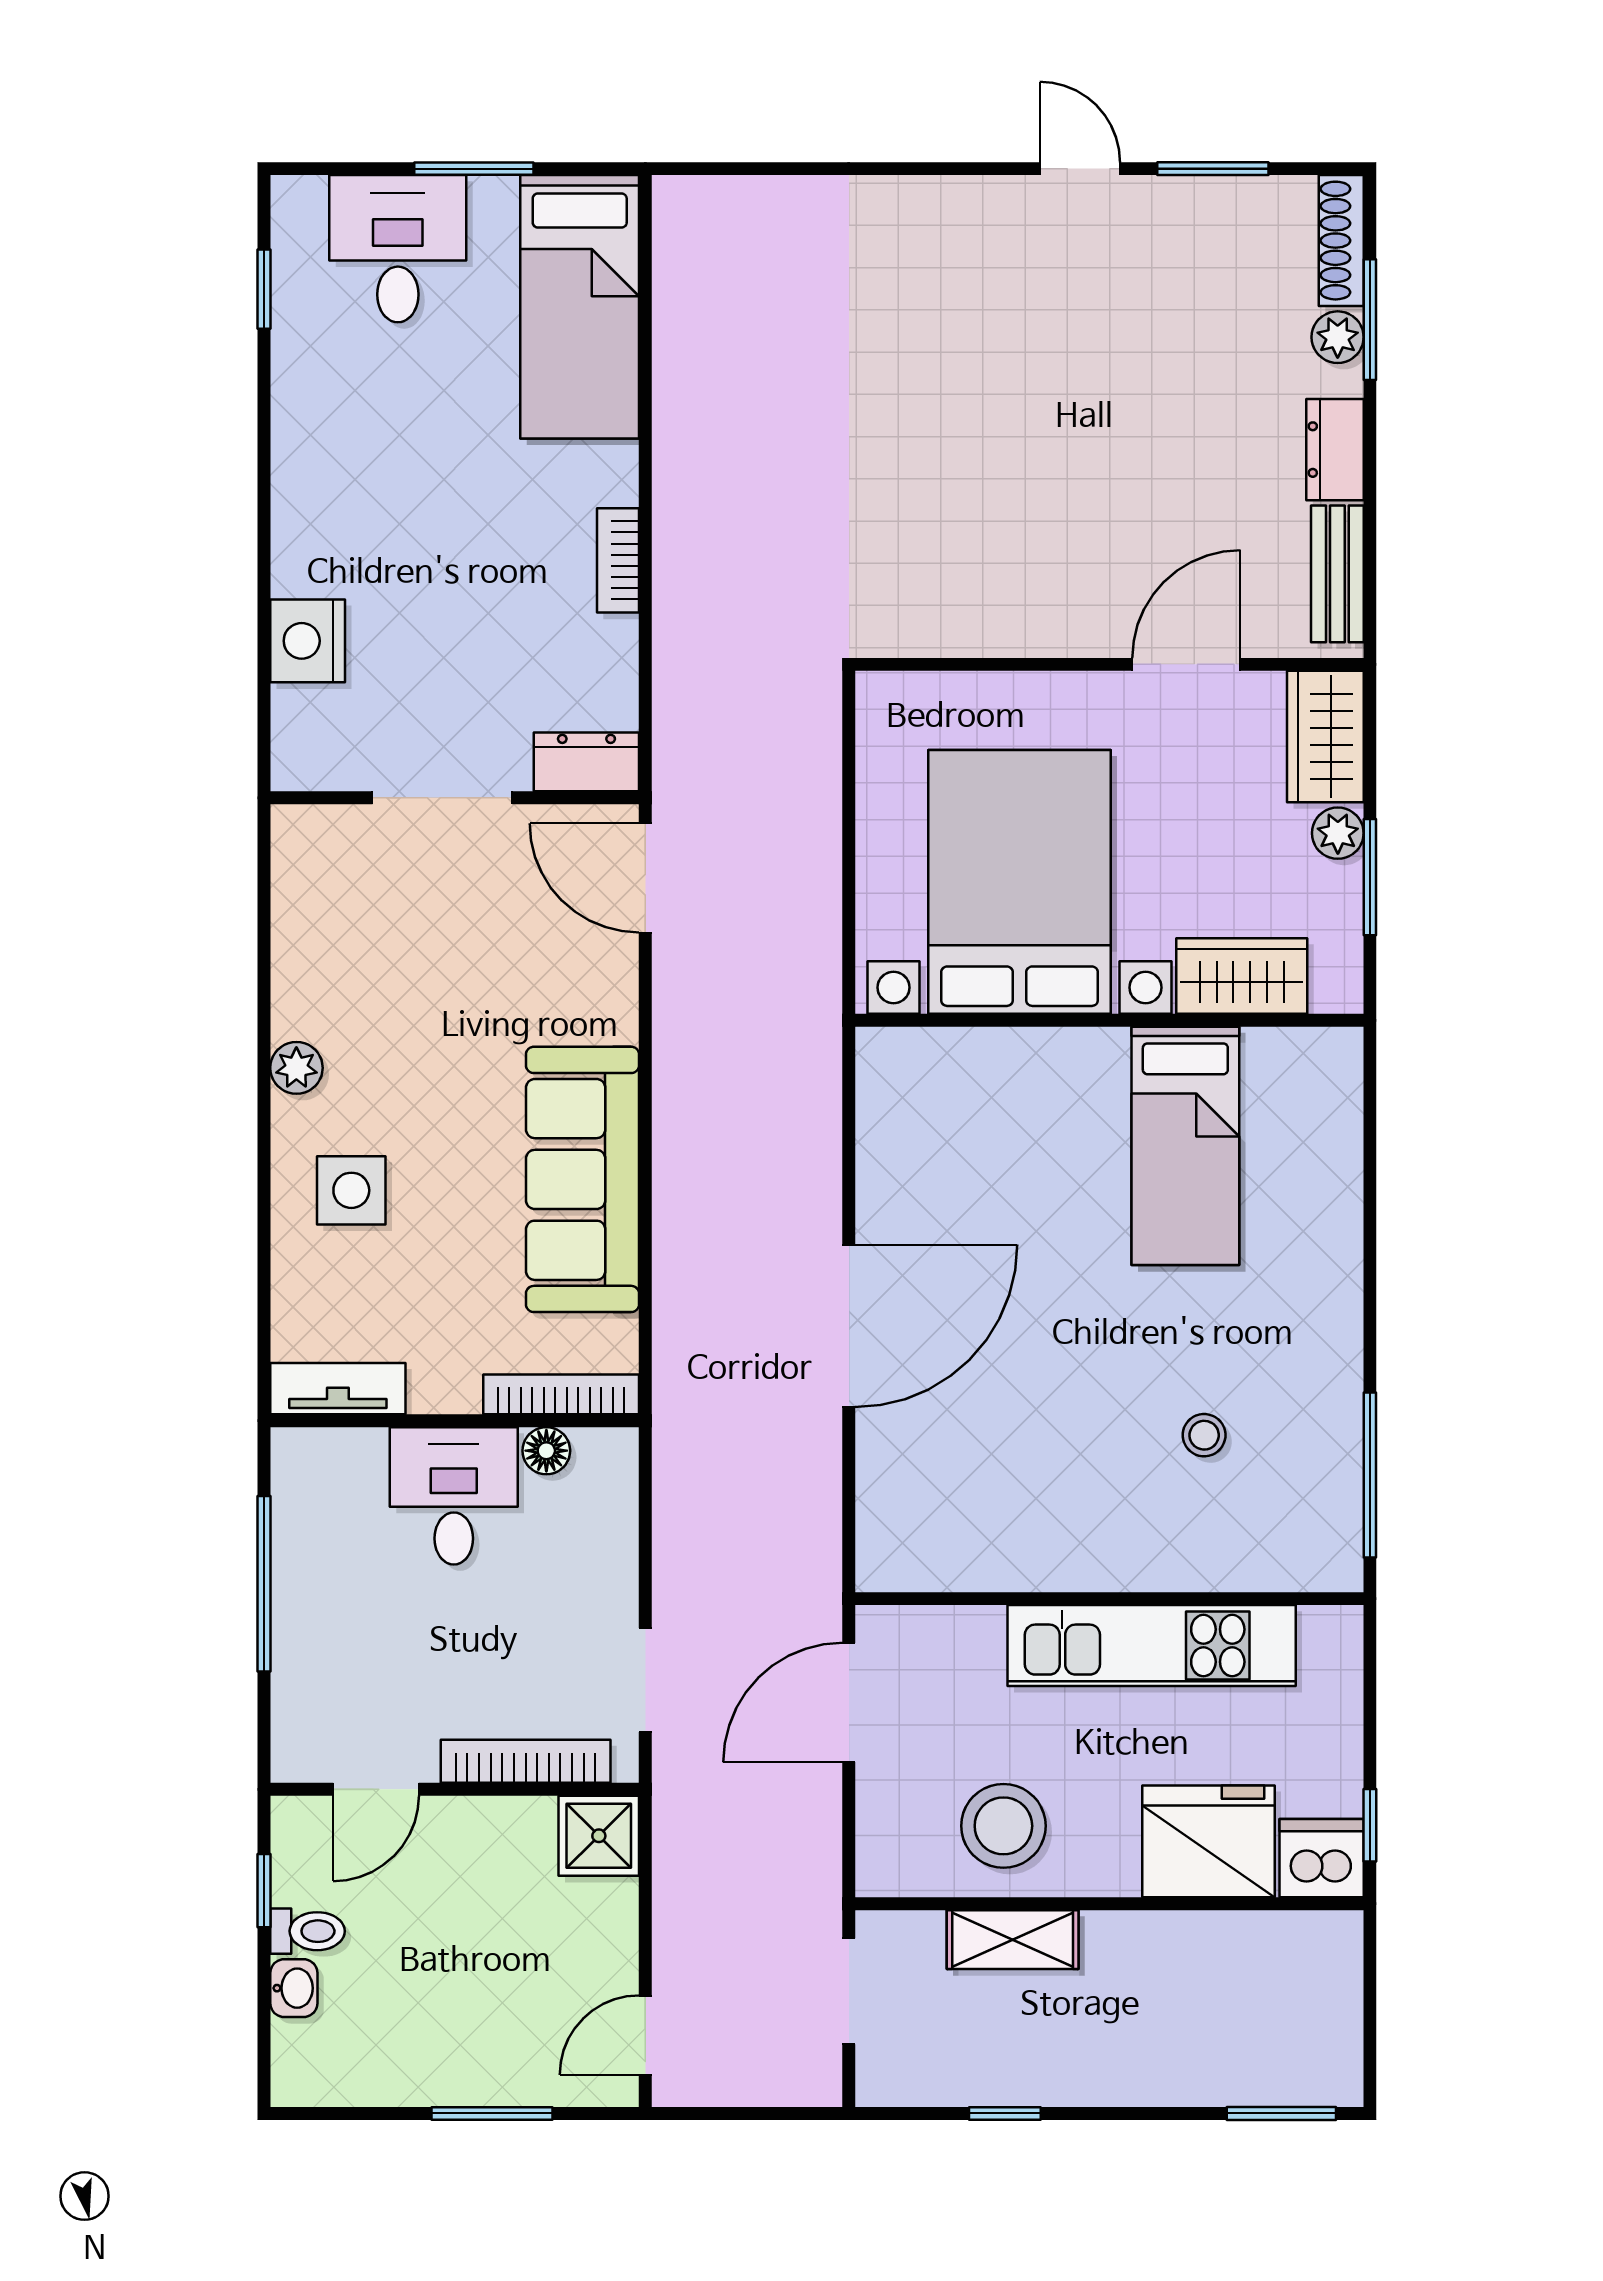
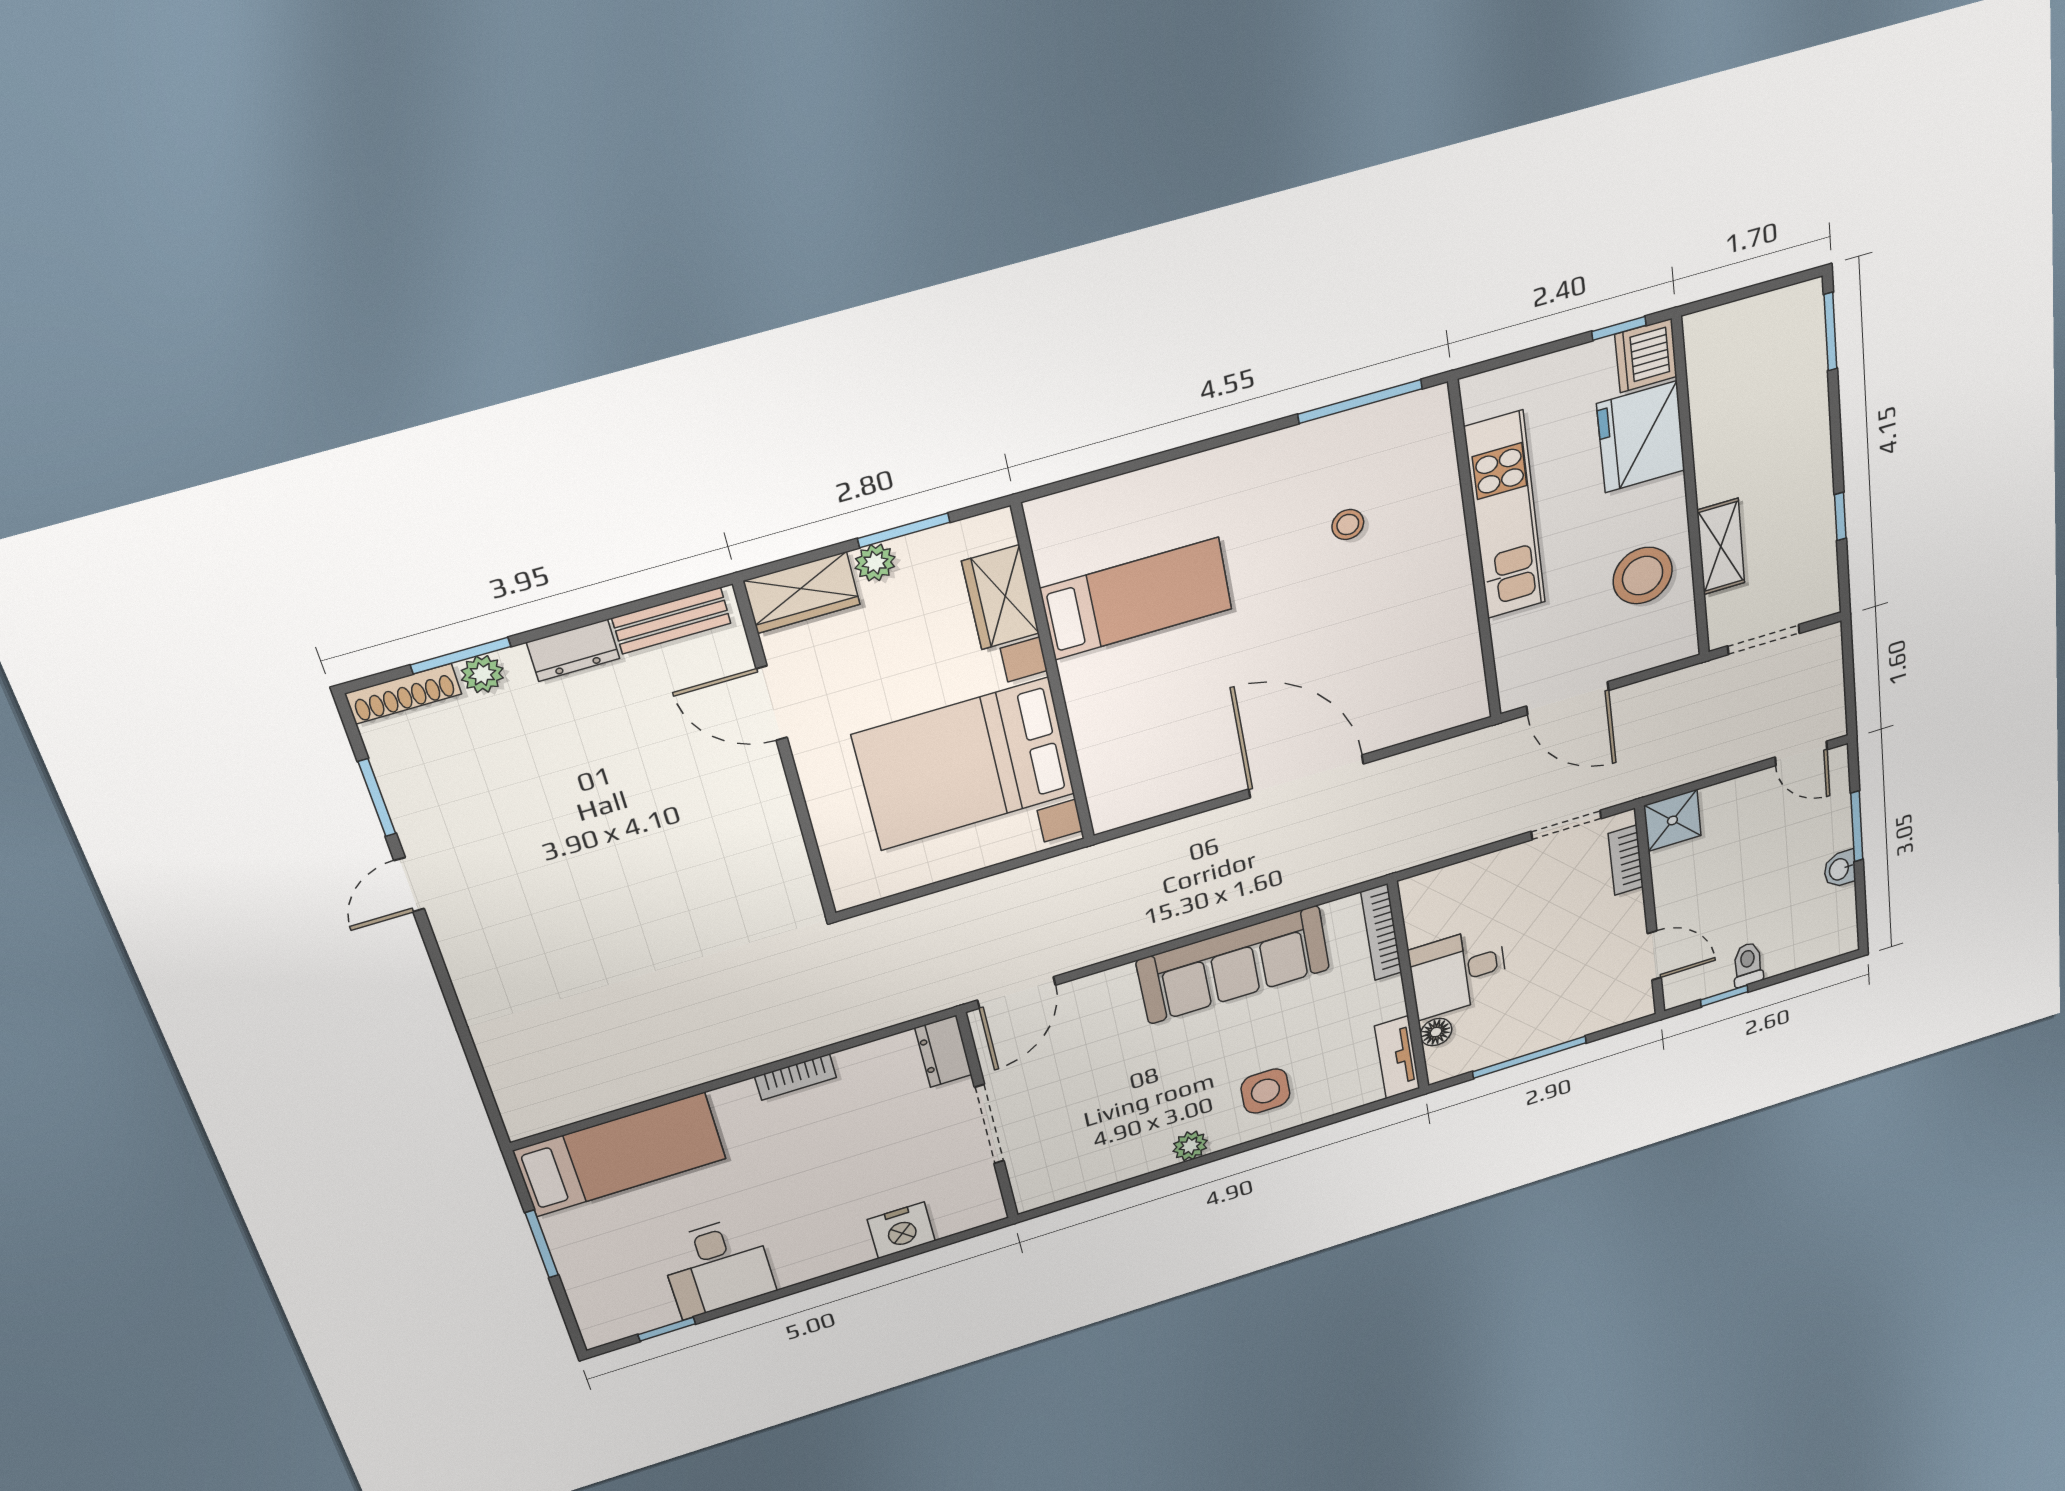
desk: (398, 249) -> (717, 1267), moved, turned -90
floor lamp: (546, 1451) -> (1436, 1032), moved
bookcase: (526, 1761) -> (1626, 860), width x0.64
washbasin: (294, 1988) -> (1840, 869), moved, turned -90

